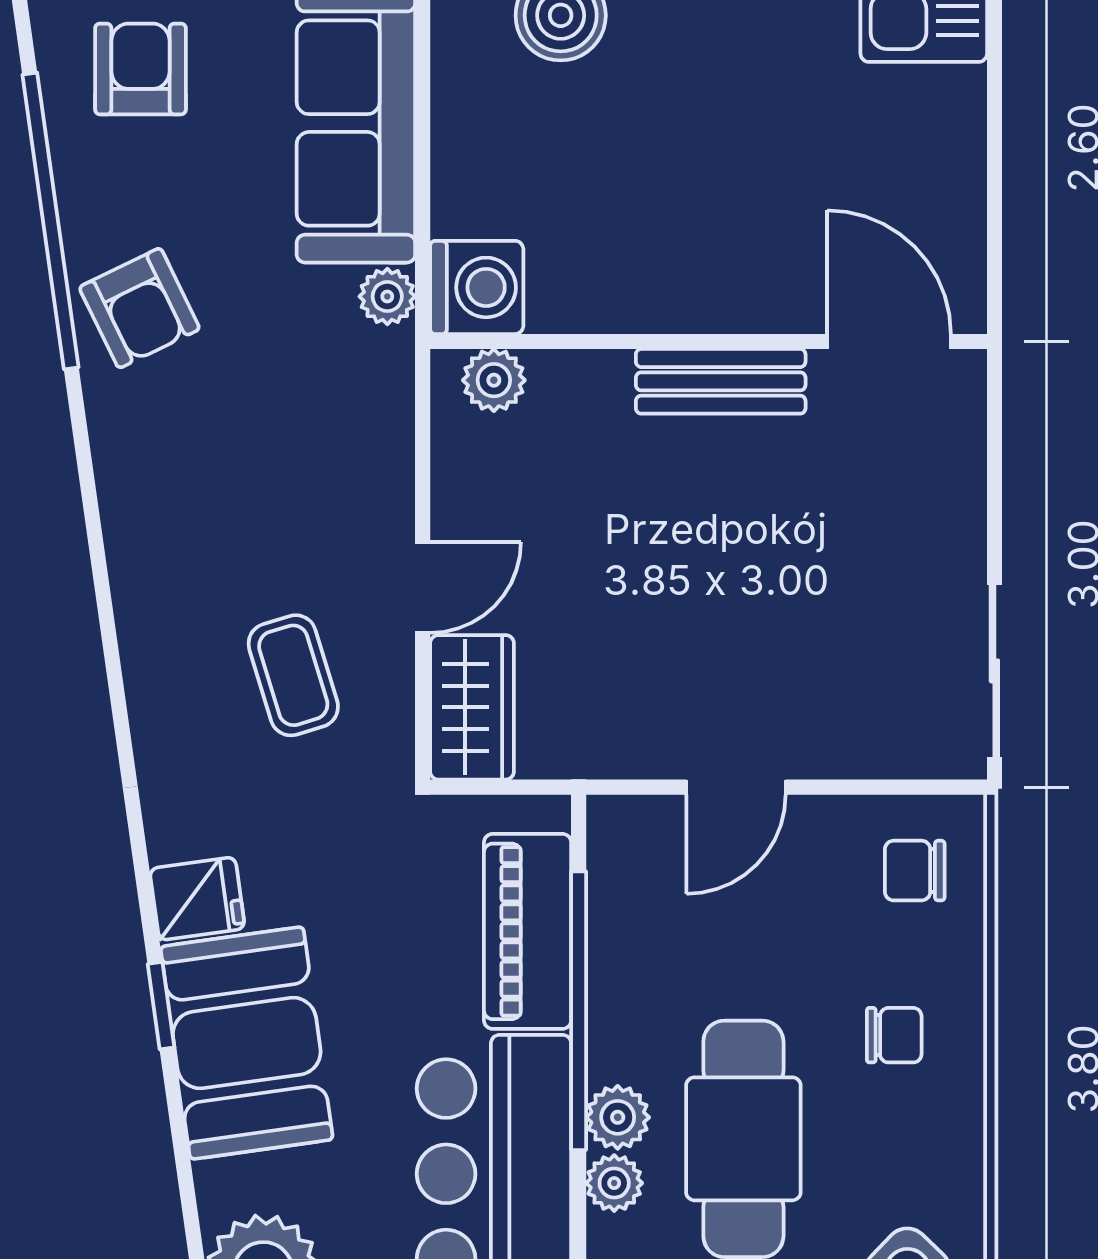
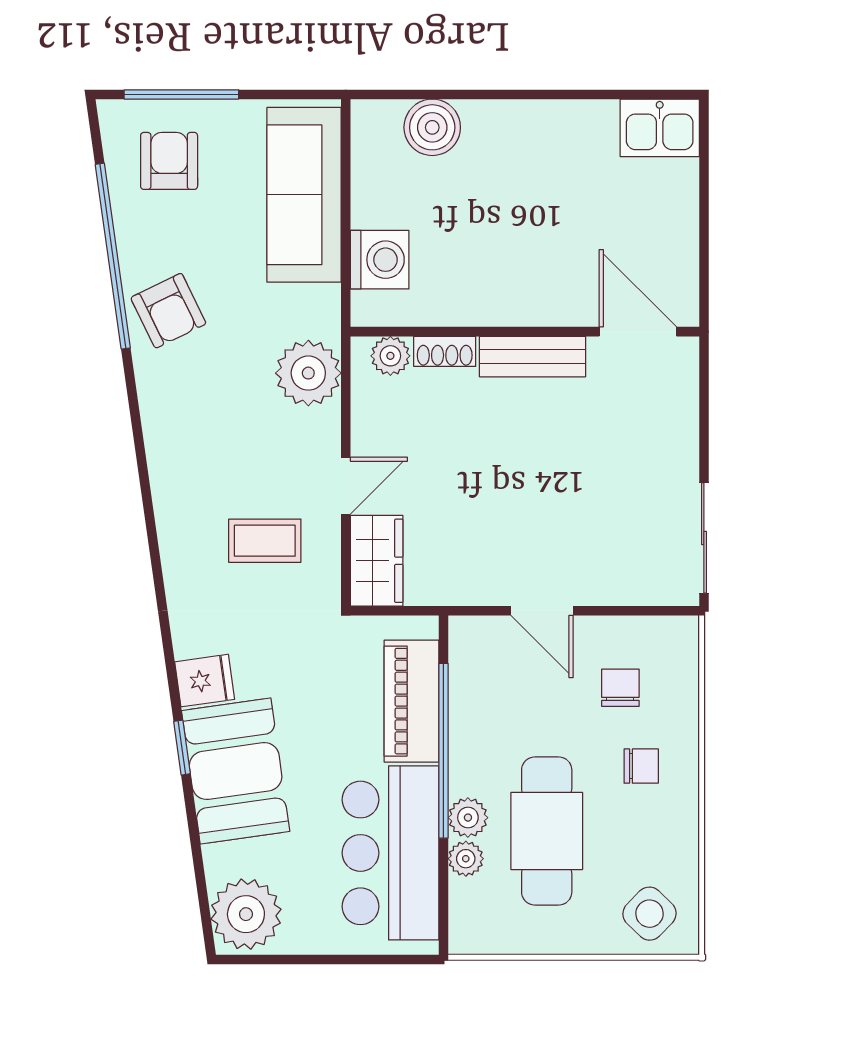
washing machine: (477, 287) -> (380, 260), moved
plant: (387, 296) -> (308, 373), moved, width x1.88, depth x1.88
shoe rack: (580, 373) -> (445, 351), added
coffee table: (293, 675) -> (265, 541), turned -73
door: (736, 787) -> (542, 611), hinge flipped
chair: (915, 871) -> (620, 688), moved, turned 90

